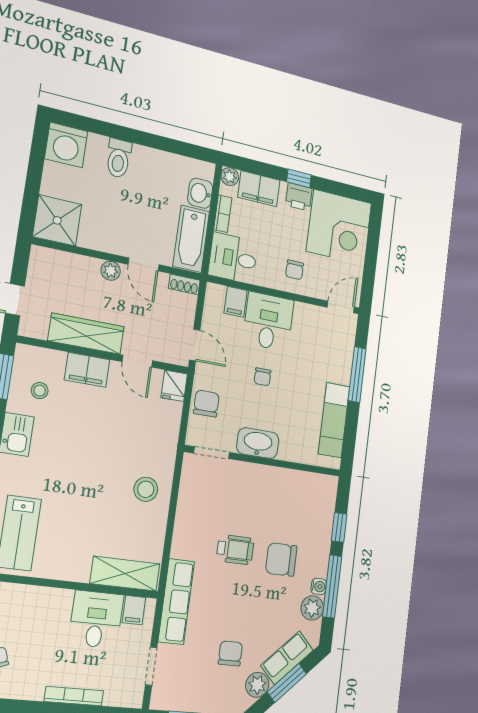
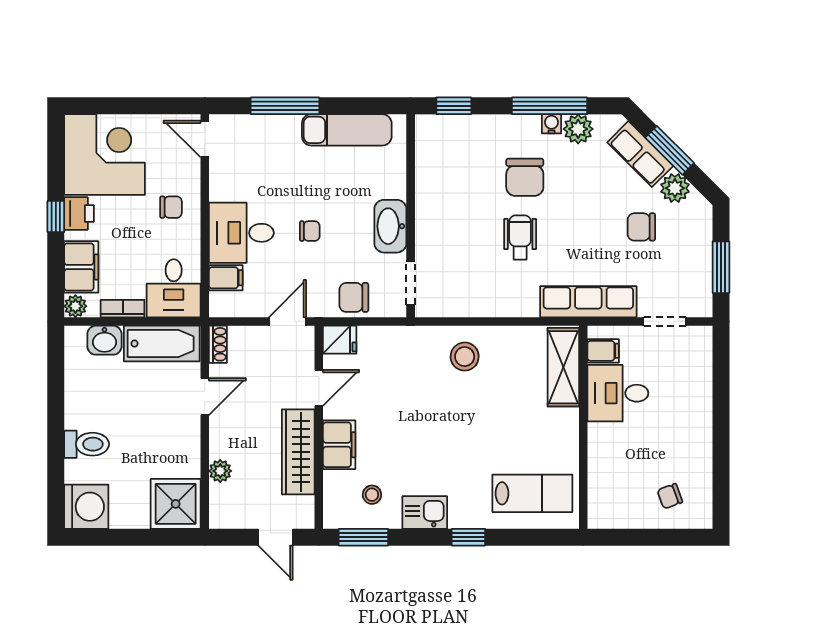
plant: (111, 271) -> (220, 471), moved
window: (339, 527) -> (454, 106), moved
bookcase: (74, 696) -> (704, 406), removed

